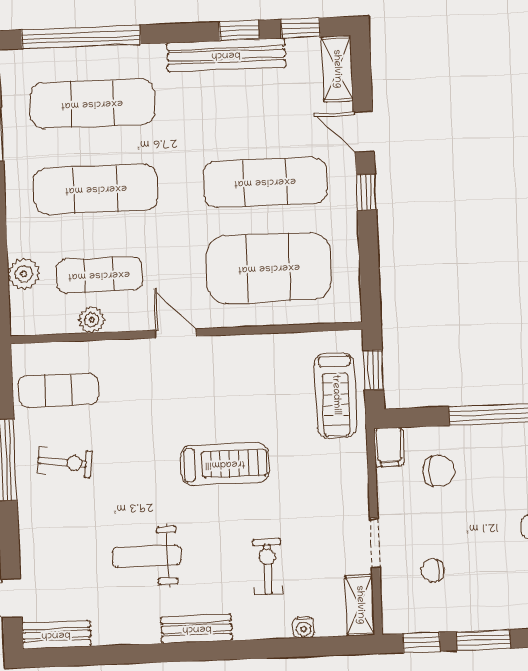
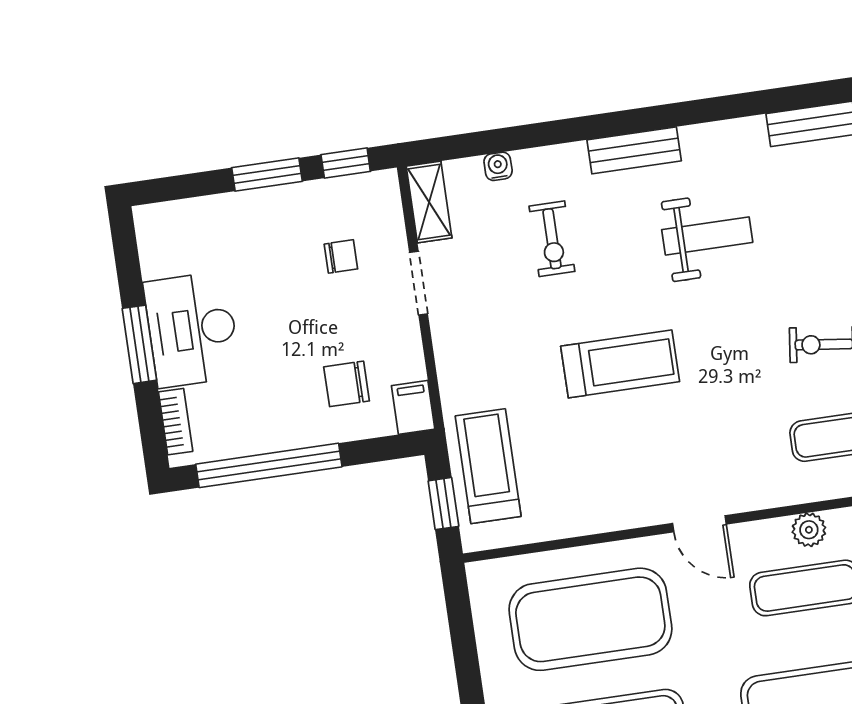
treadmill: (225, 464) -> (620, 364), turned 180

